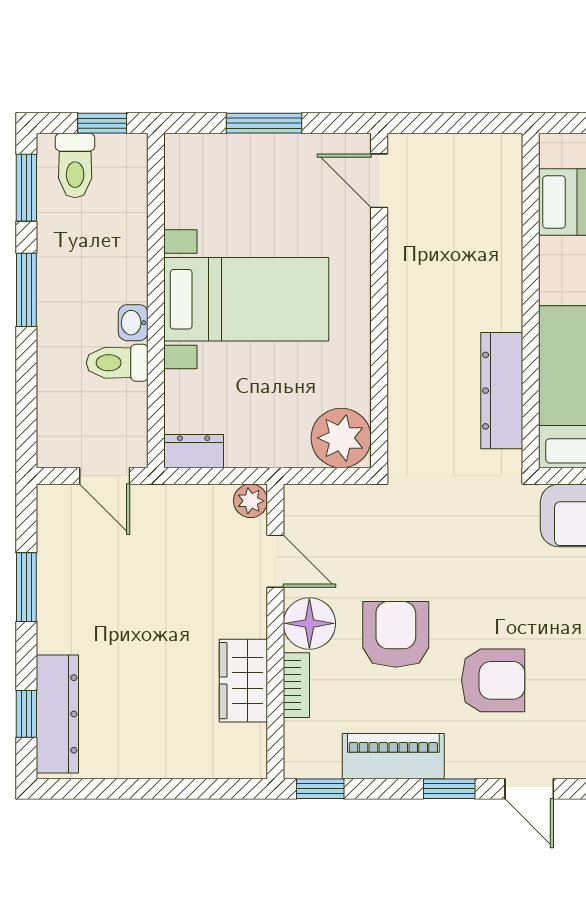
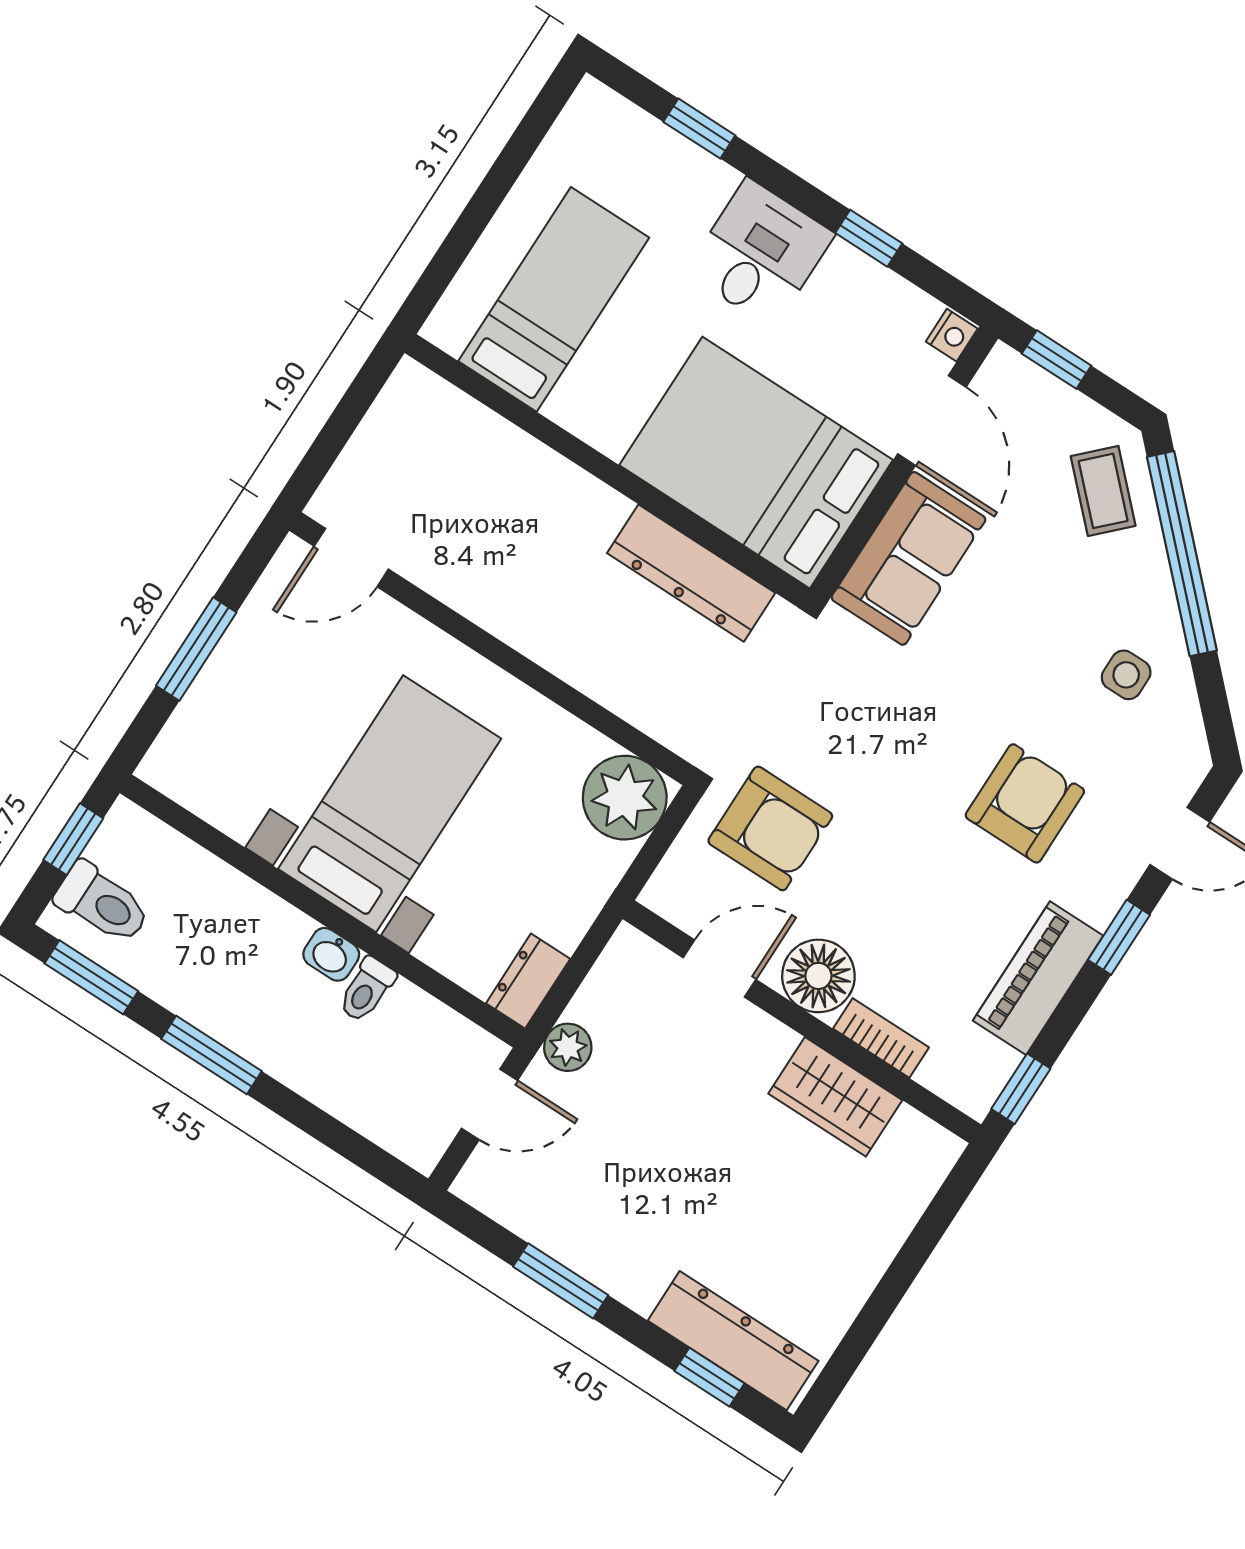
toilet: (117, 363) -> (367, 990), width x0.73, depth x0.72
plant: (251, 501) -> (568, 1047), moved
armchair: (396, 634) -> (770, 828), moved, turned 180

